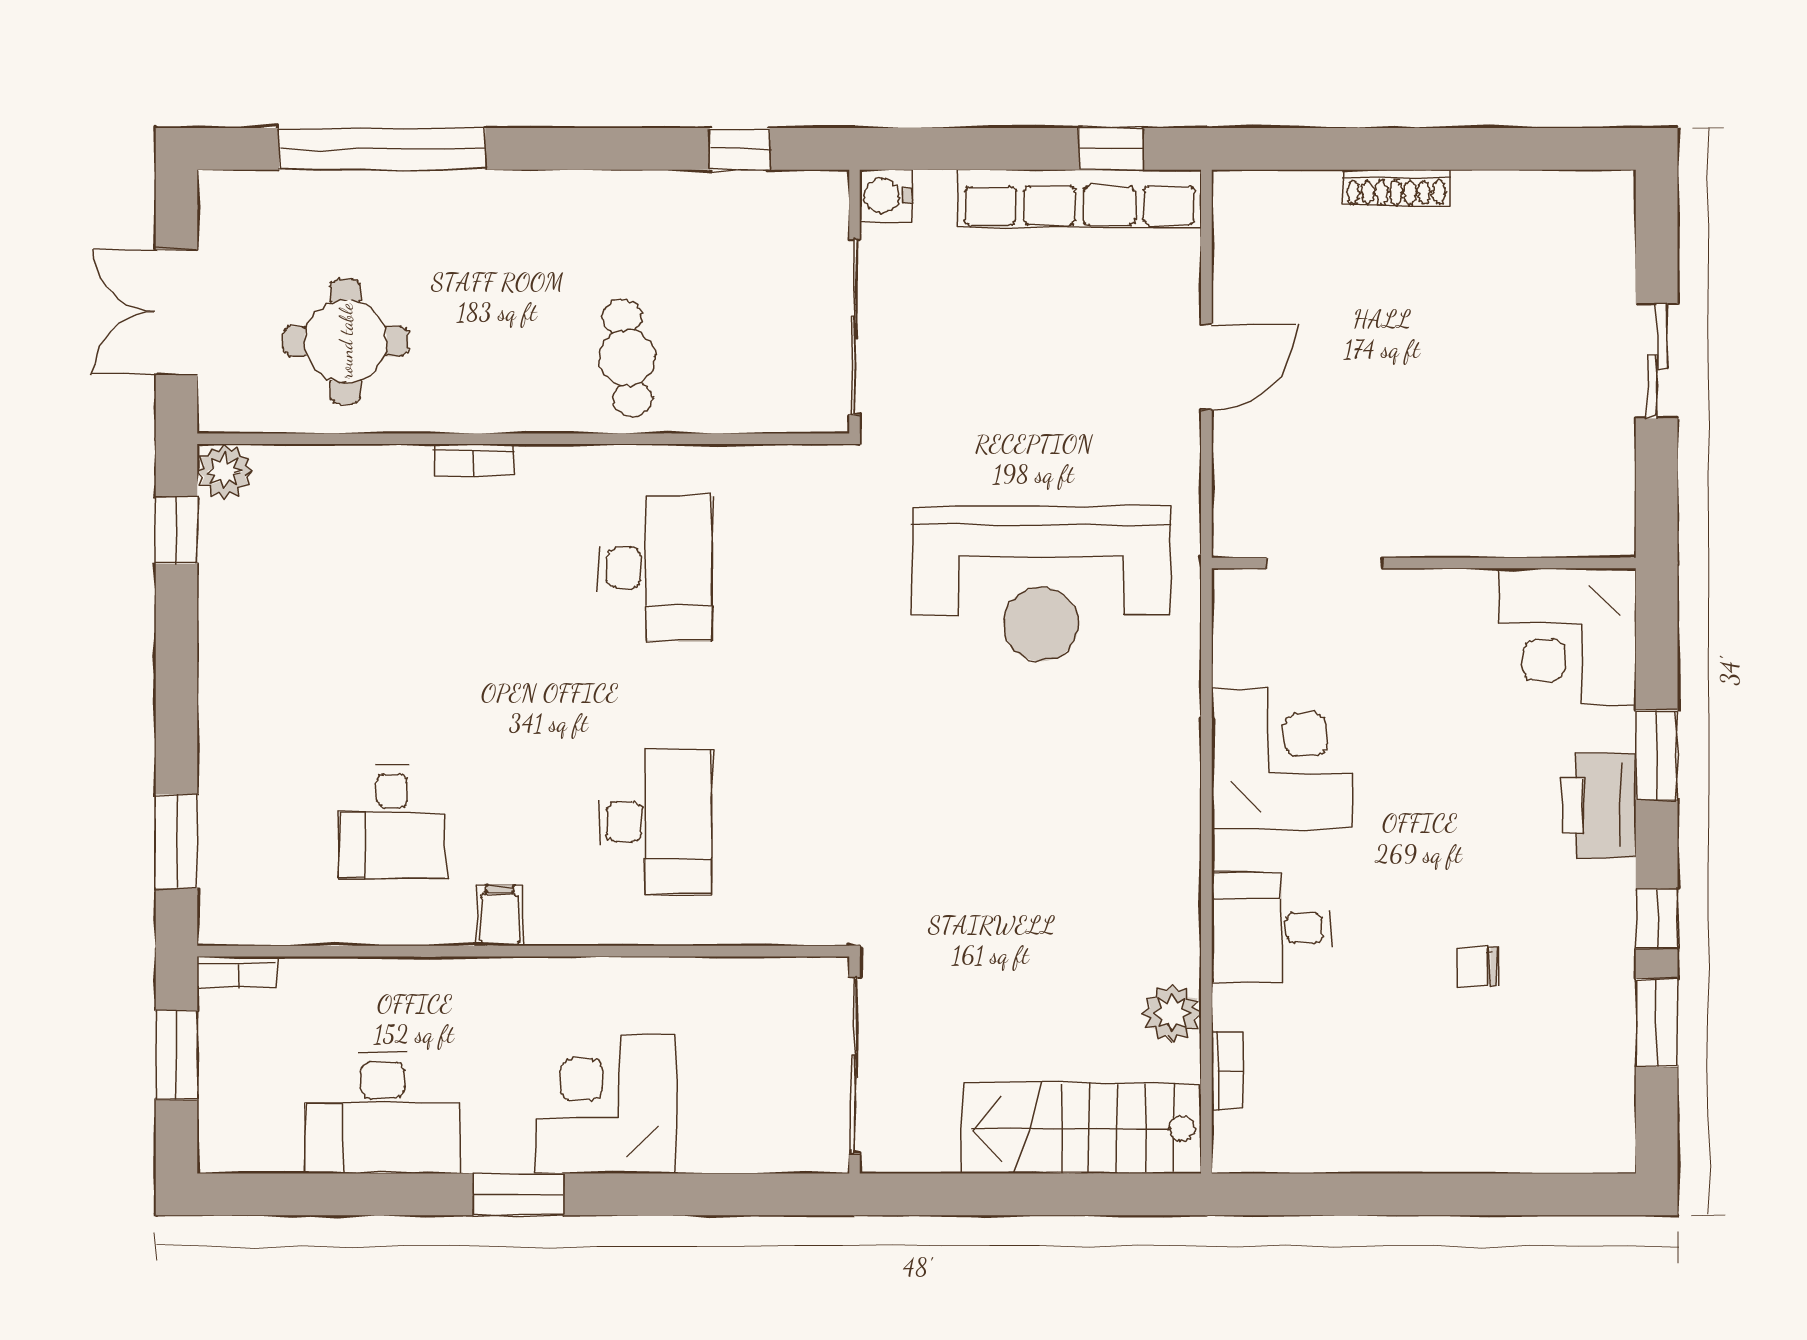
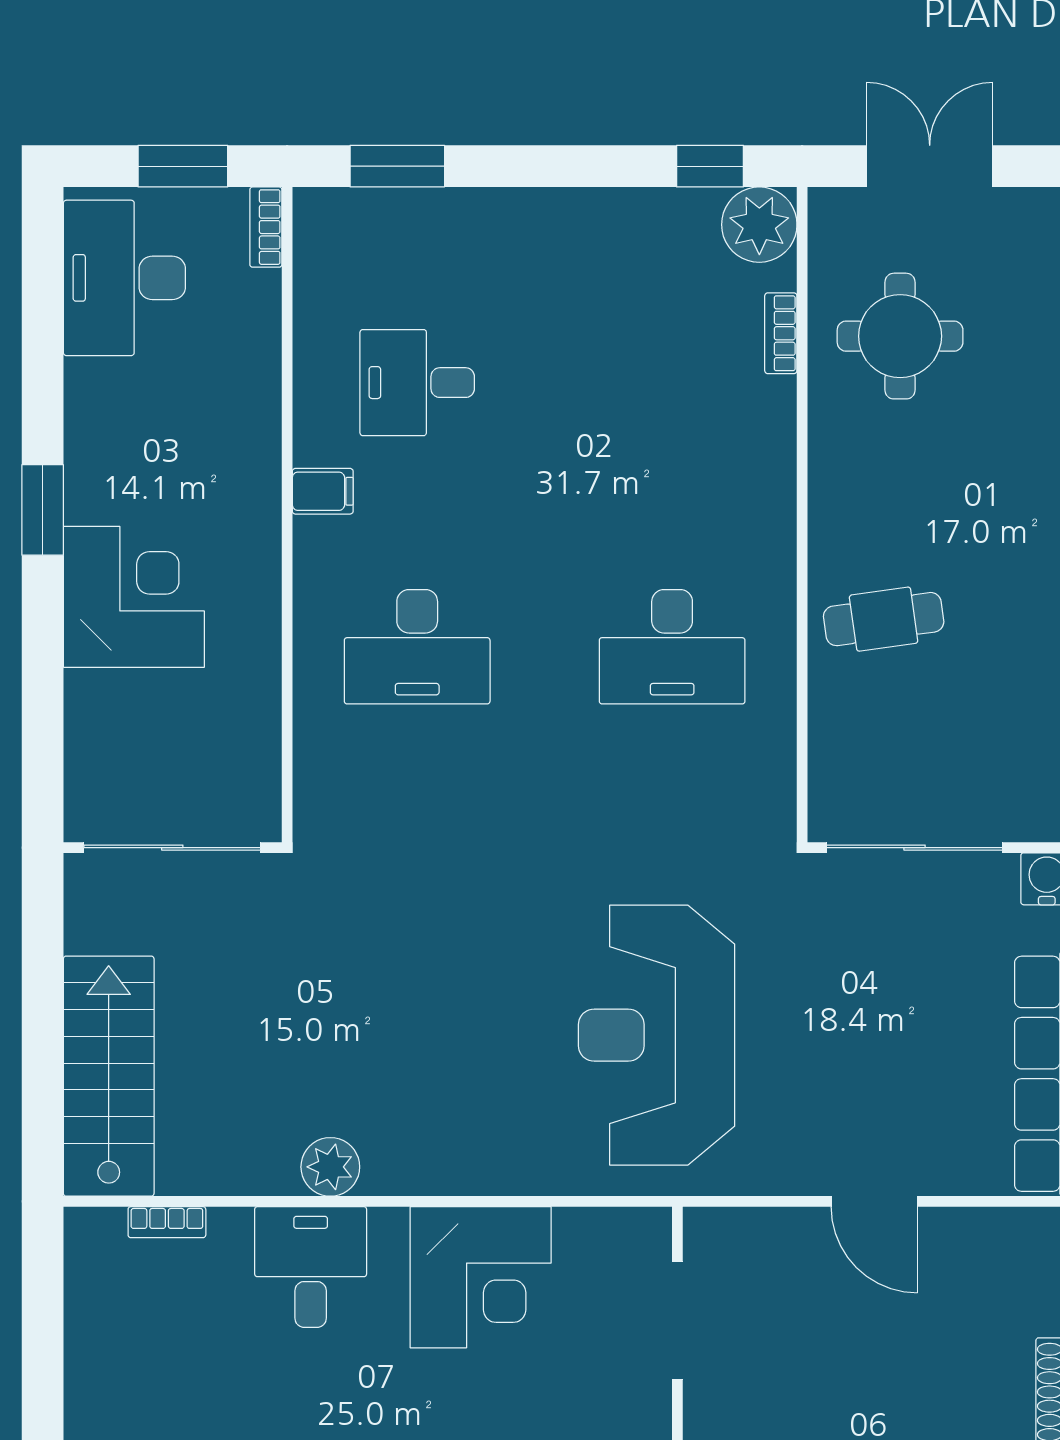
bookcase: (474, 460) -> (781, 333), moved
plant: (225, 471) -> (759, 225), width x1.36, depth x1.36
plant: (1172, 1013) -> (330, 1167), moved
desk: (383, 1113) -> (124, 278), moved

